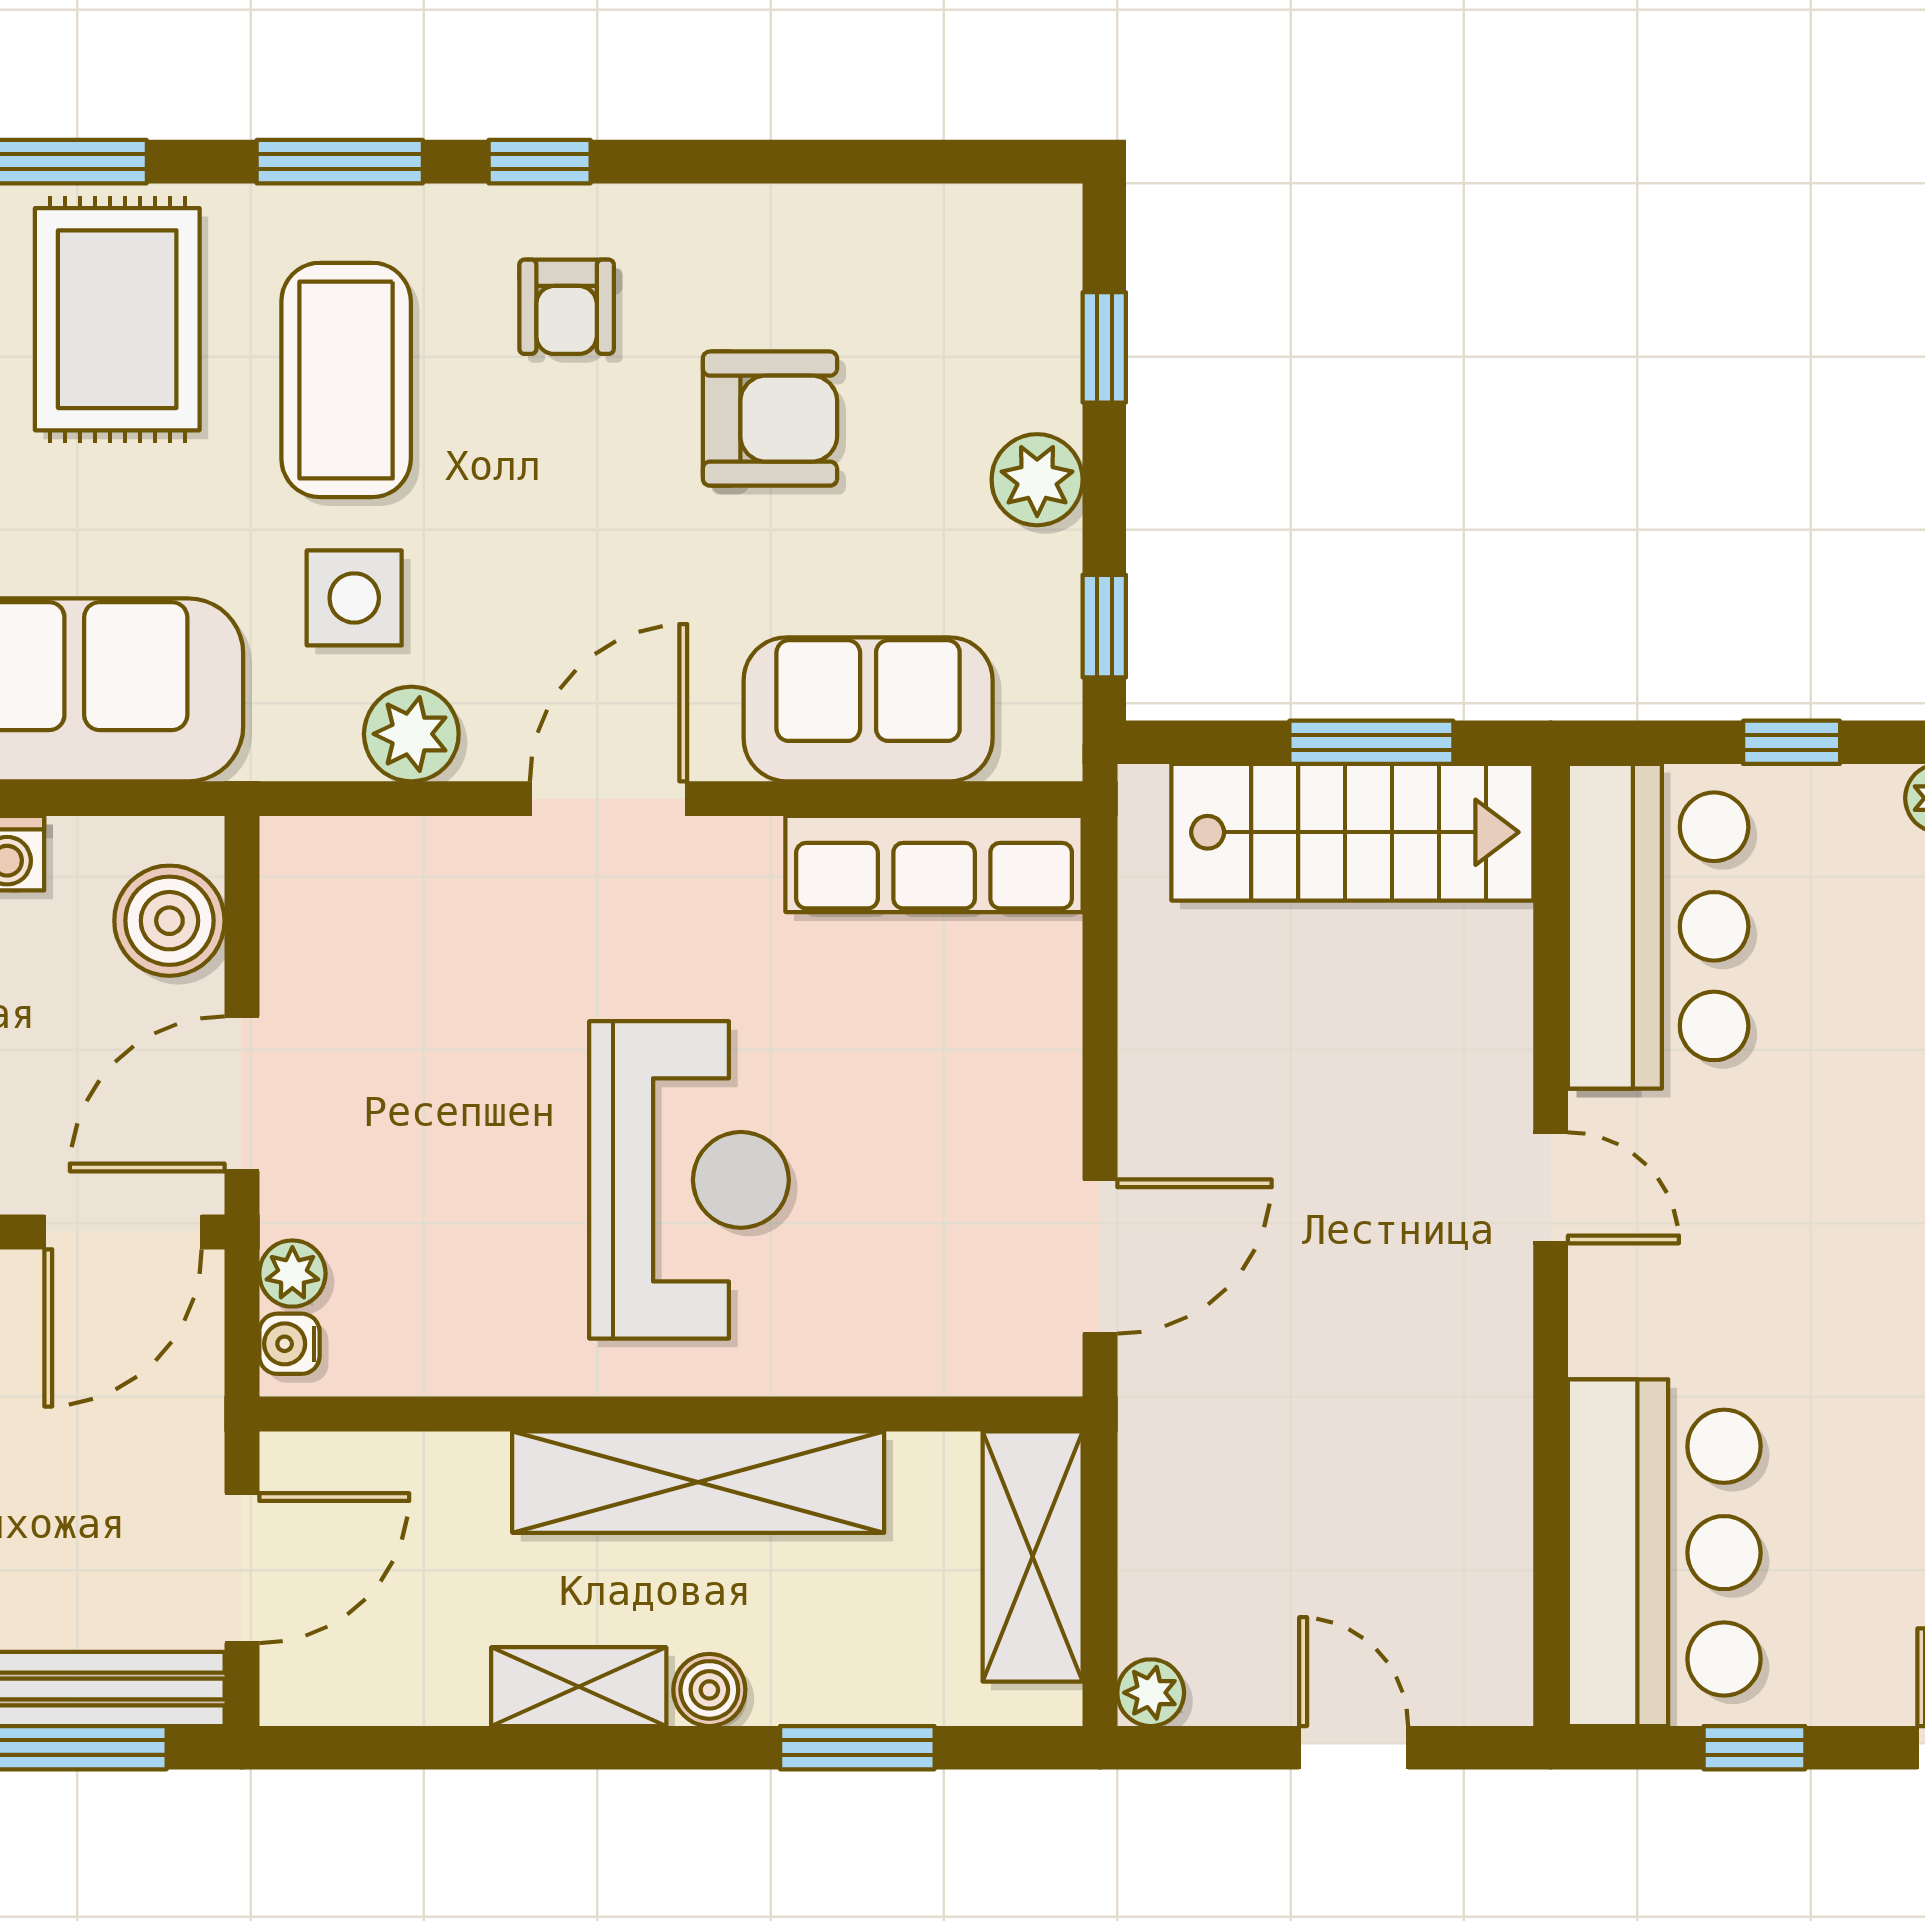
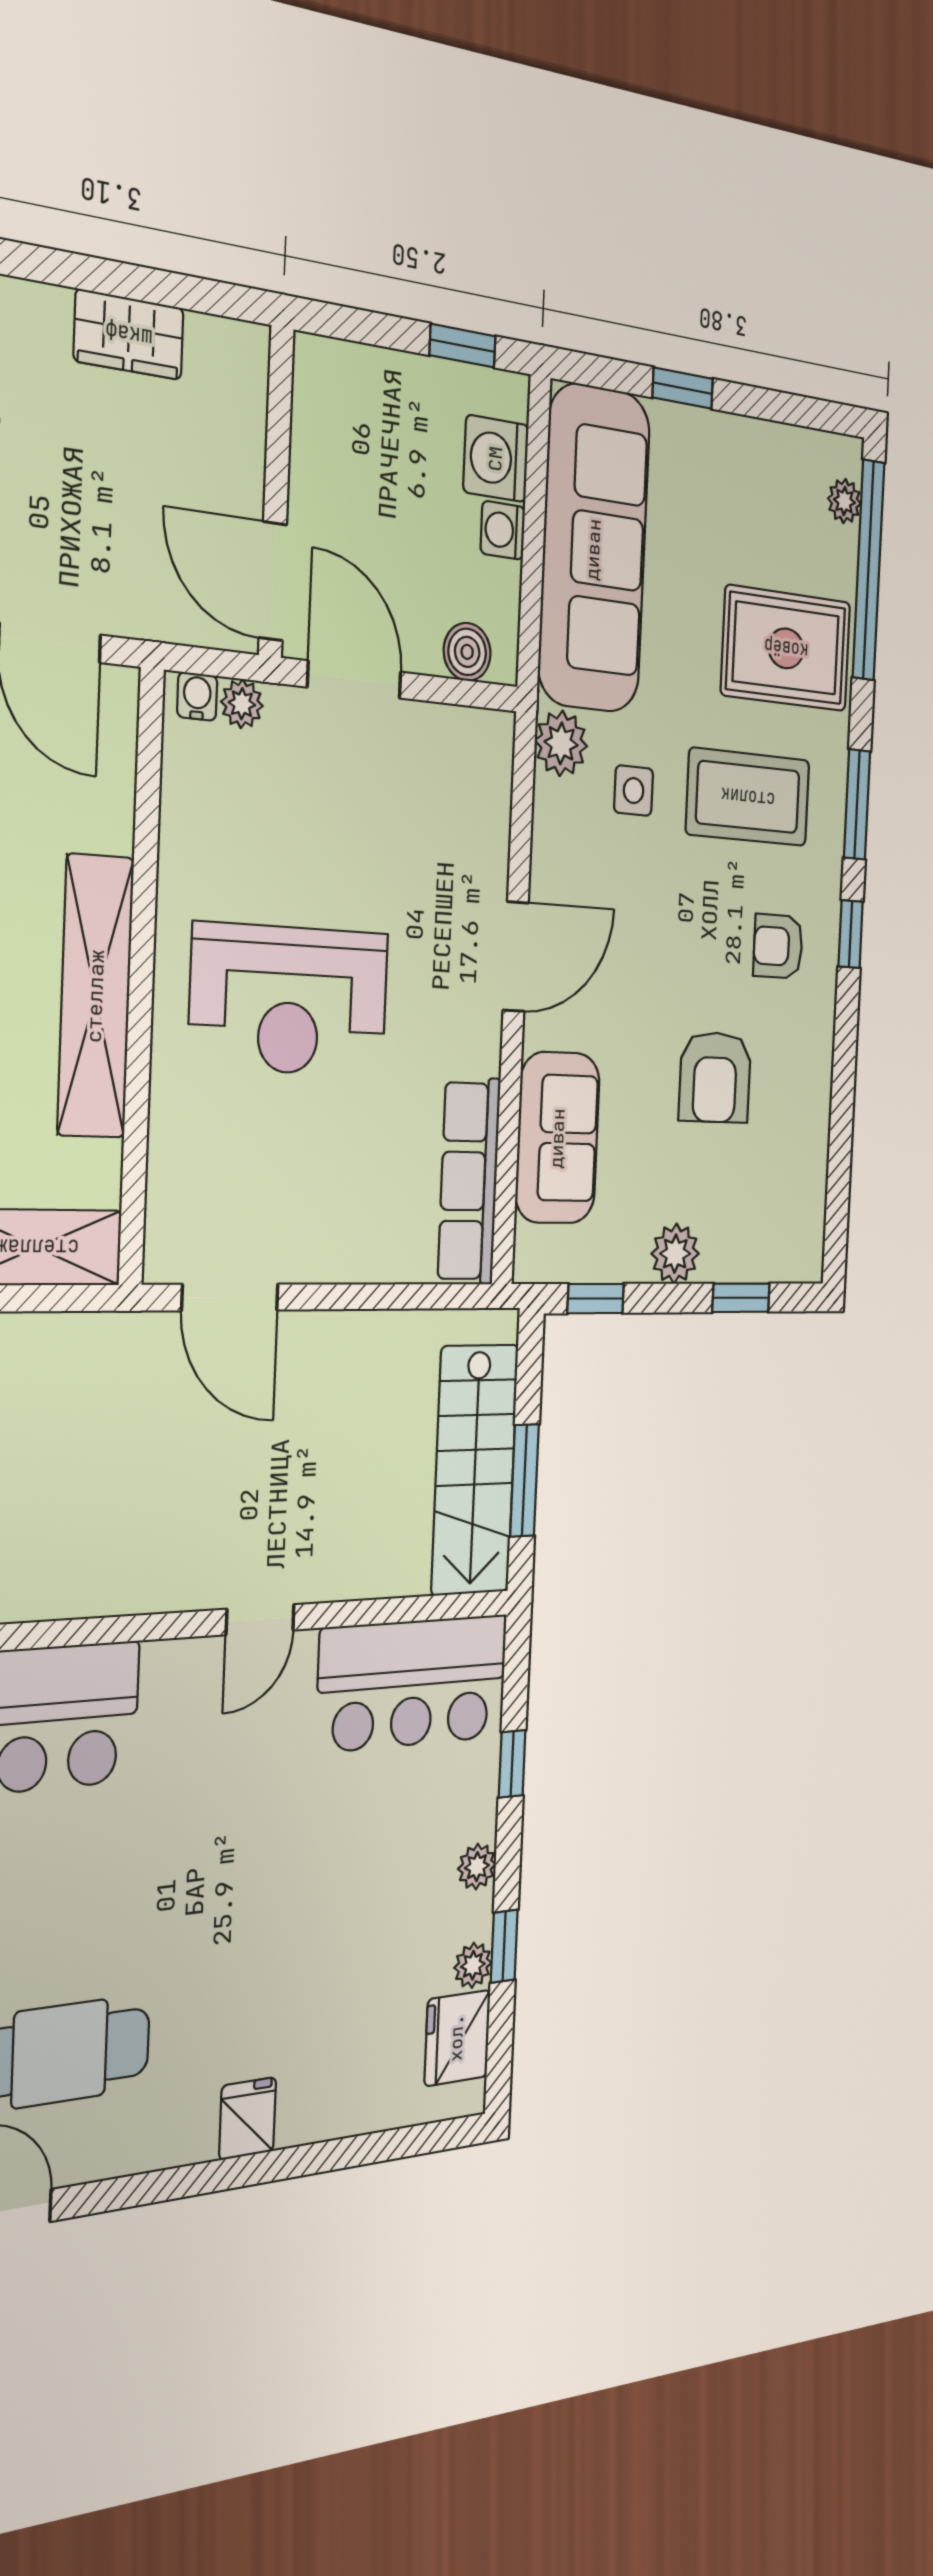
side table: (354, 598) -> (634, 791), width x0.73, depth x0.73
plant: (411, 734) -> (561, 743), moved
door: (609, 799) -> (516, 956), hinge flipped
boiler: (169, 921) -> (467, 652), width x0.73, depth x0.73

